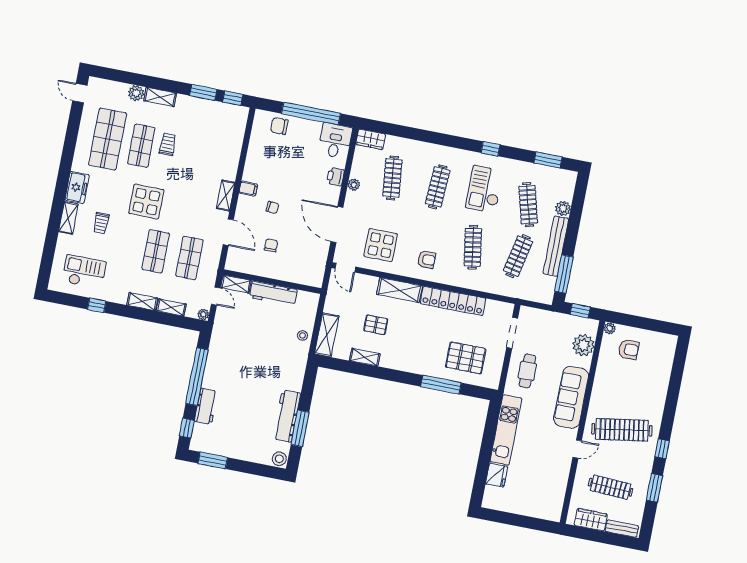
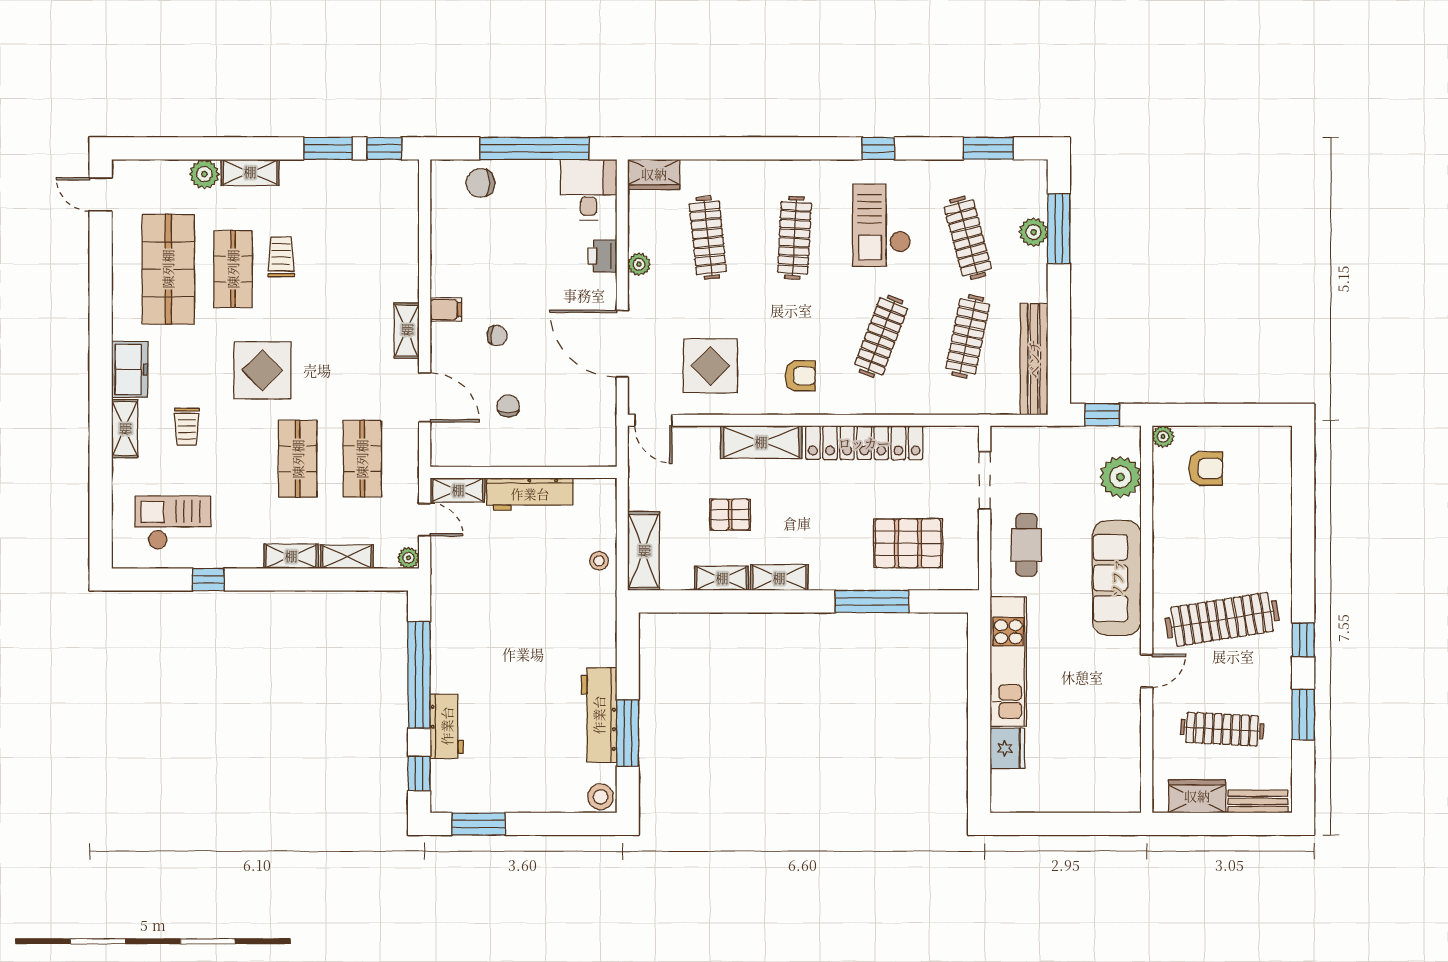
bench: (556, 246) -> (1034, 359), moved
clothes rail: (473, 247) -> (881, 336), turned 30
window: (564, 274) -> (1059, 229), moved
shelving: (395, 363) -> (779, 578), added

